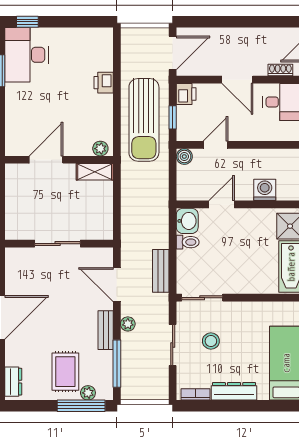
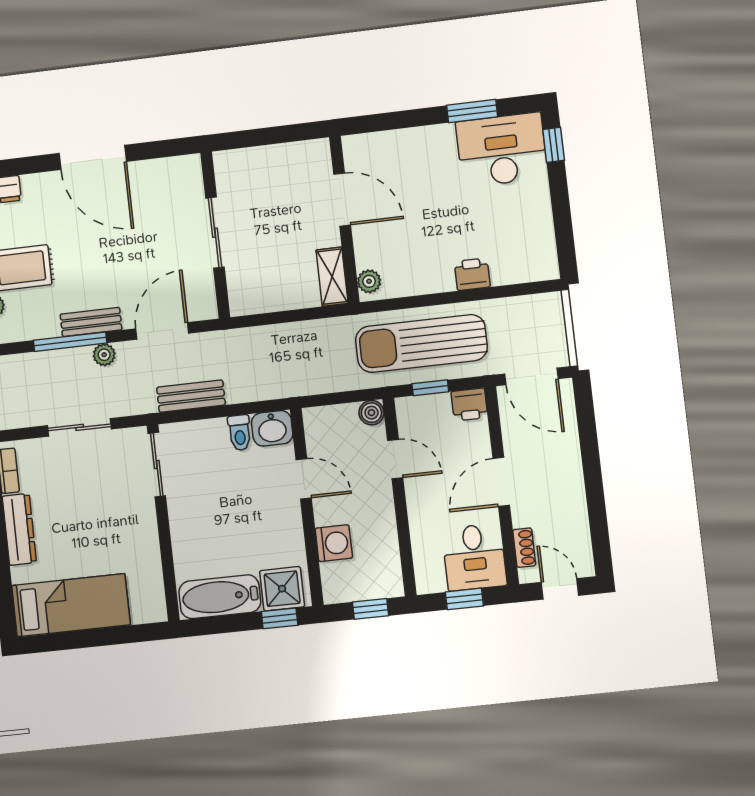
stool: (211, 341) -> (92, 485), removed
window: (117, 364) -> (70, 342), moved

